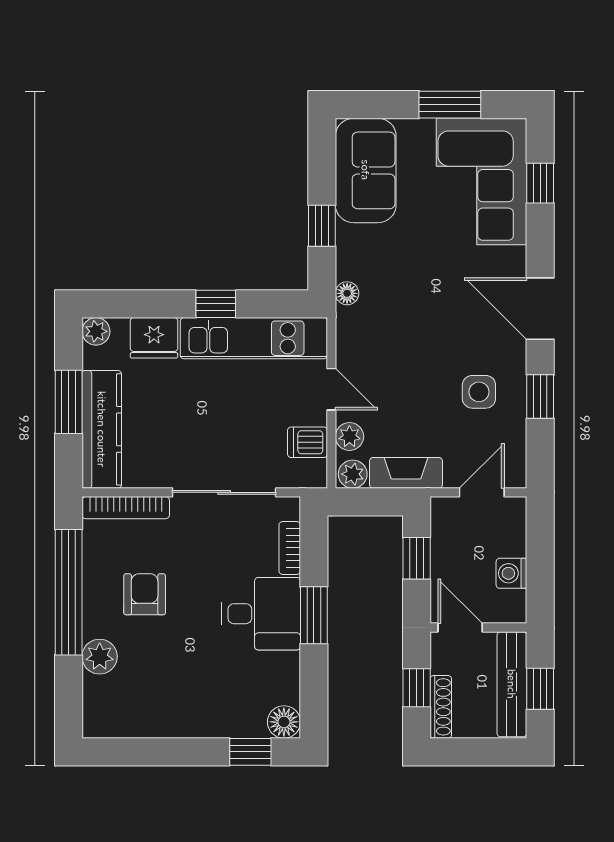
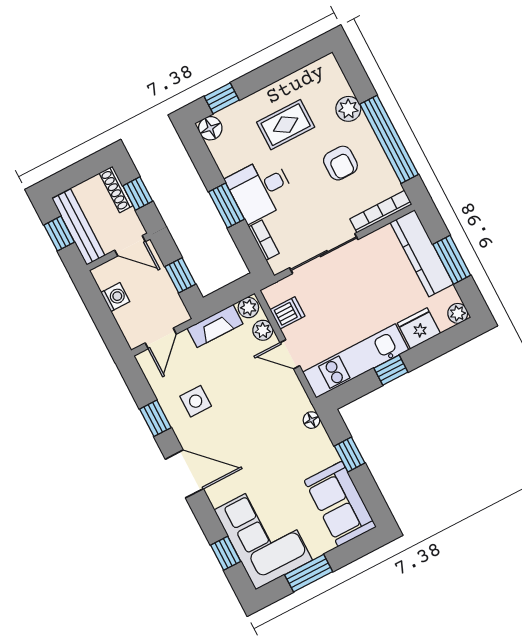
rug: (188, 678) -> (286, 125), added

